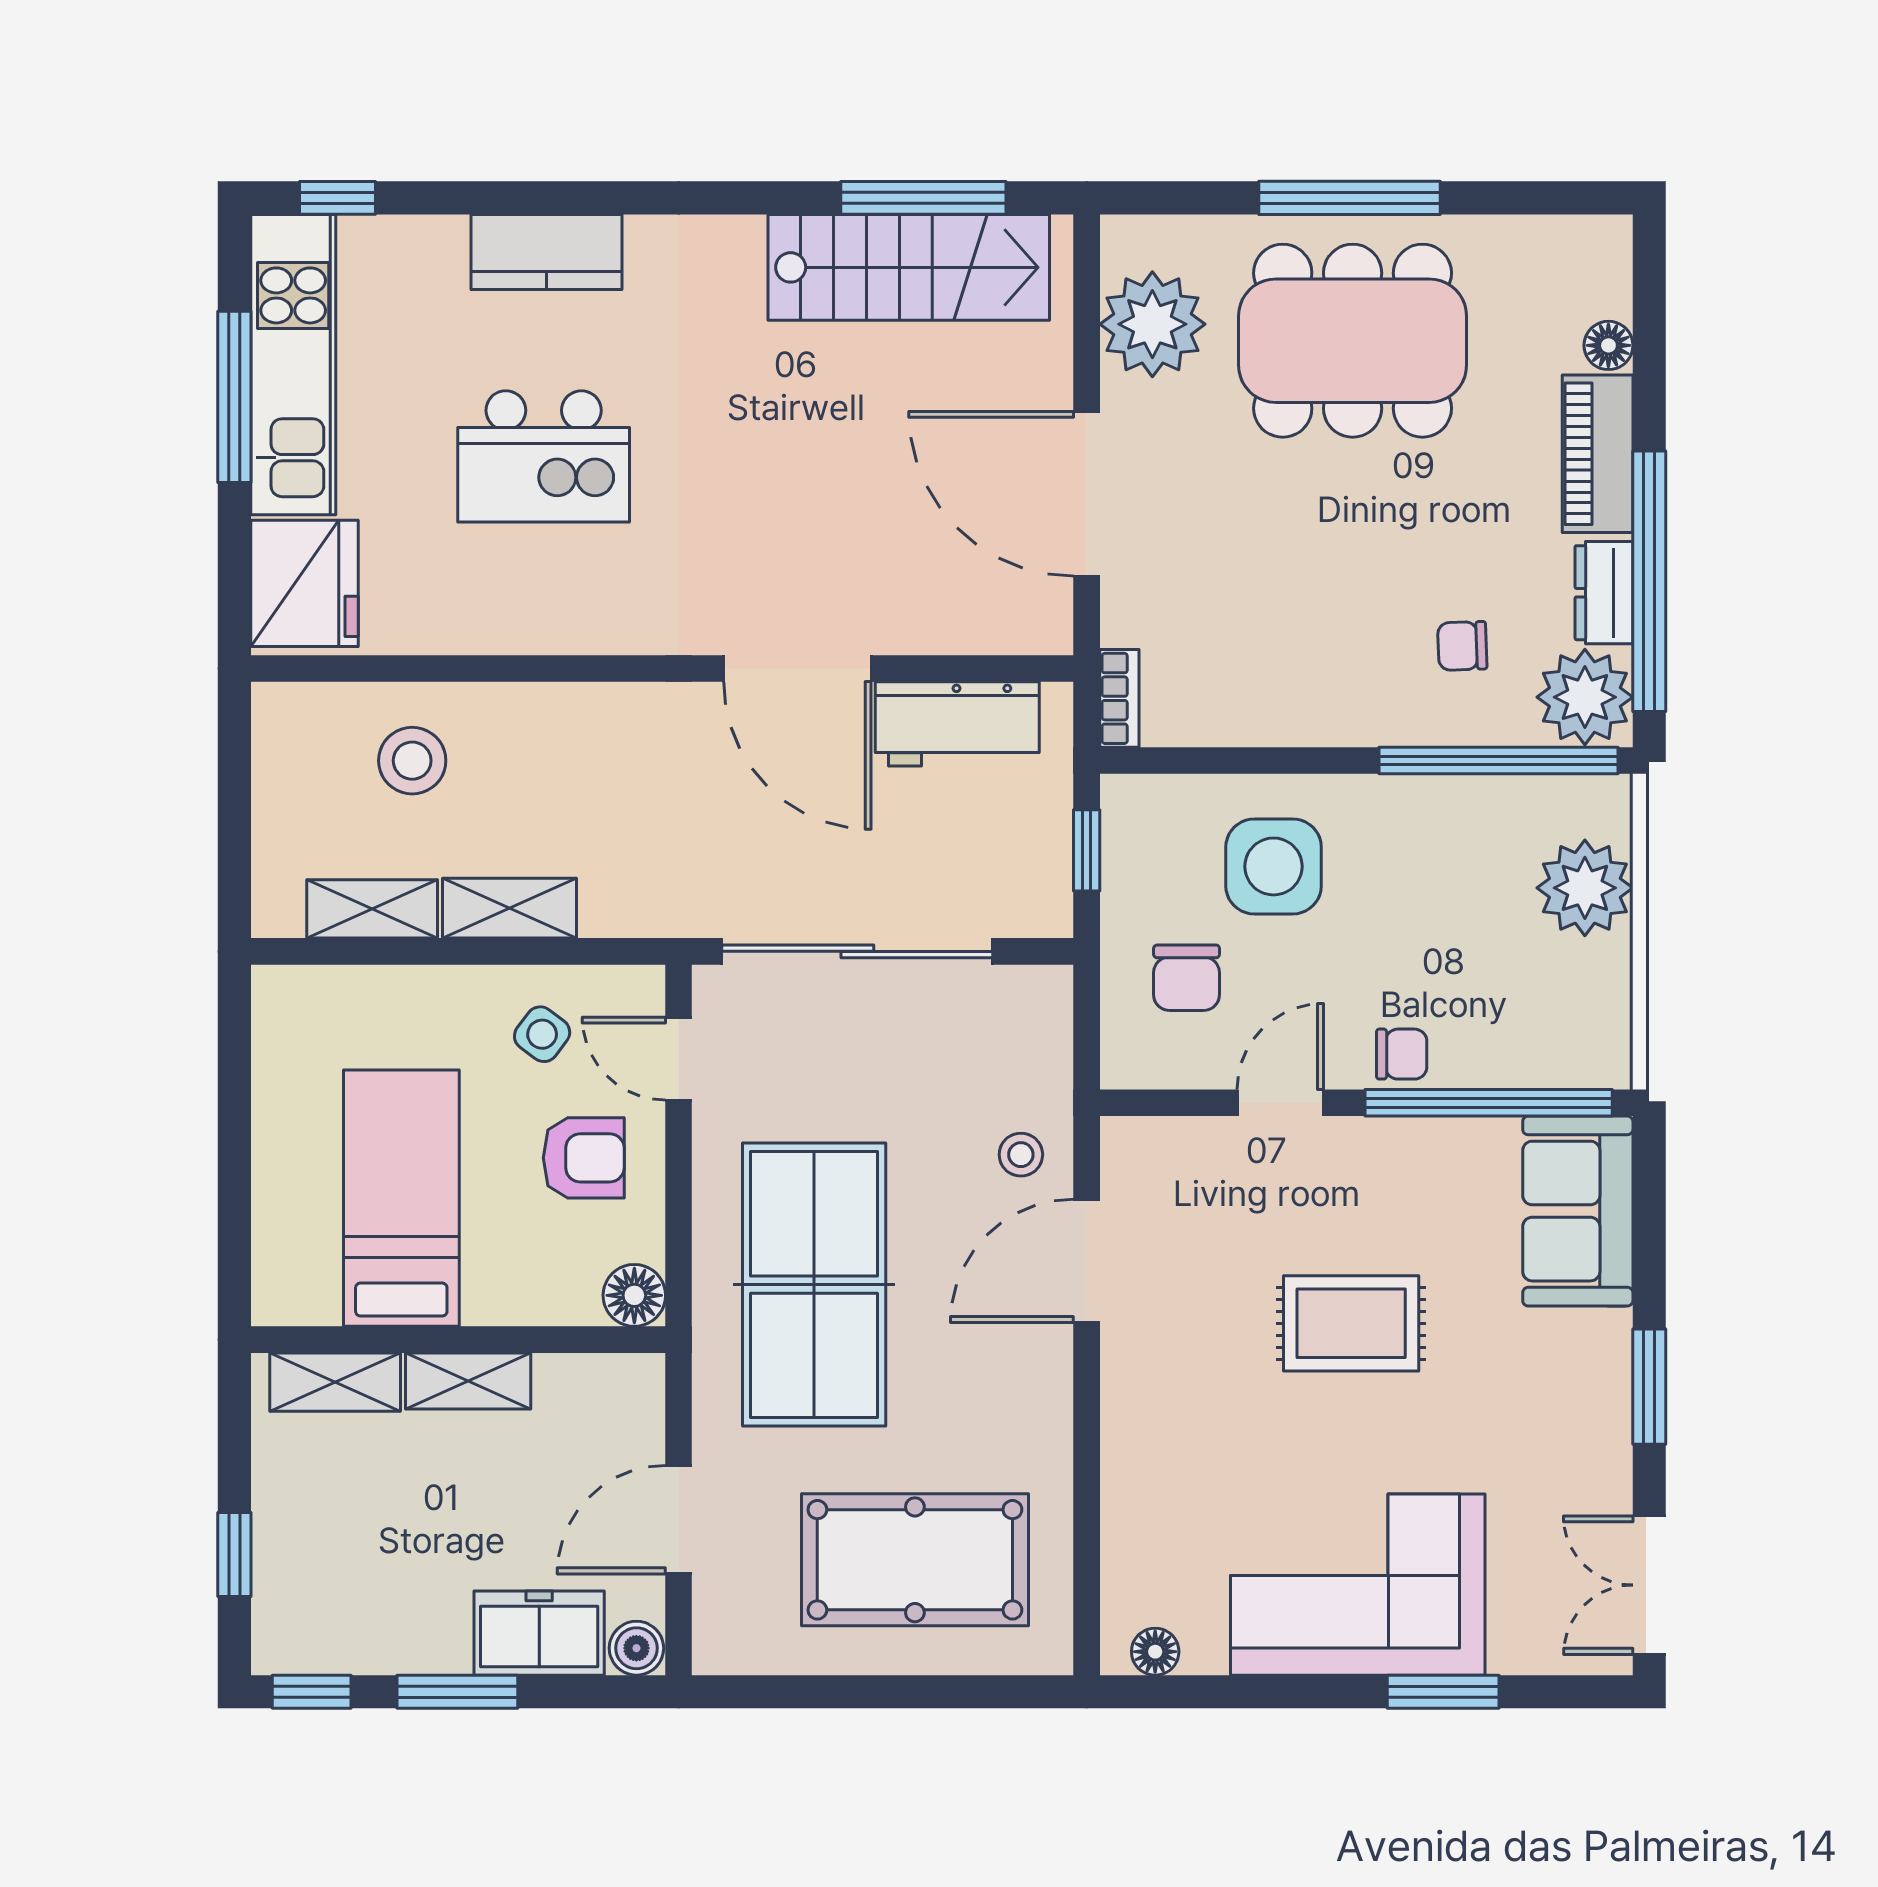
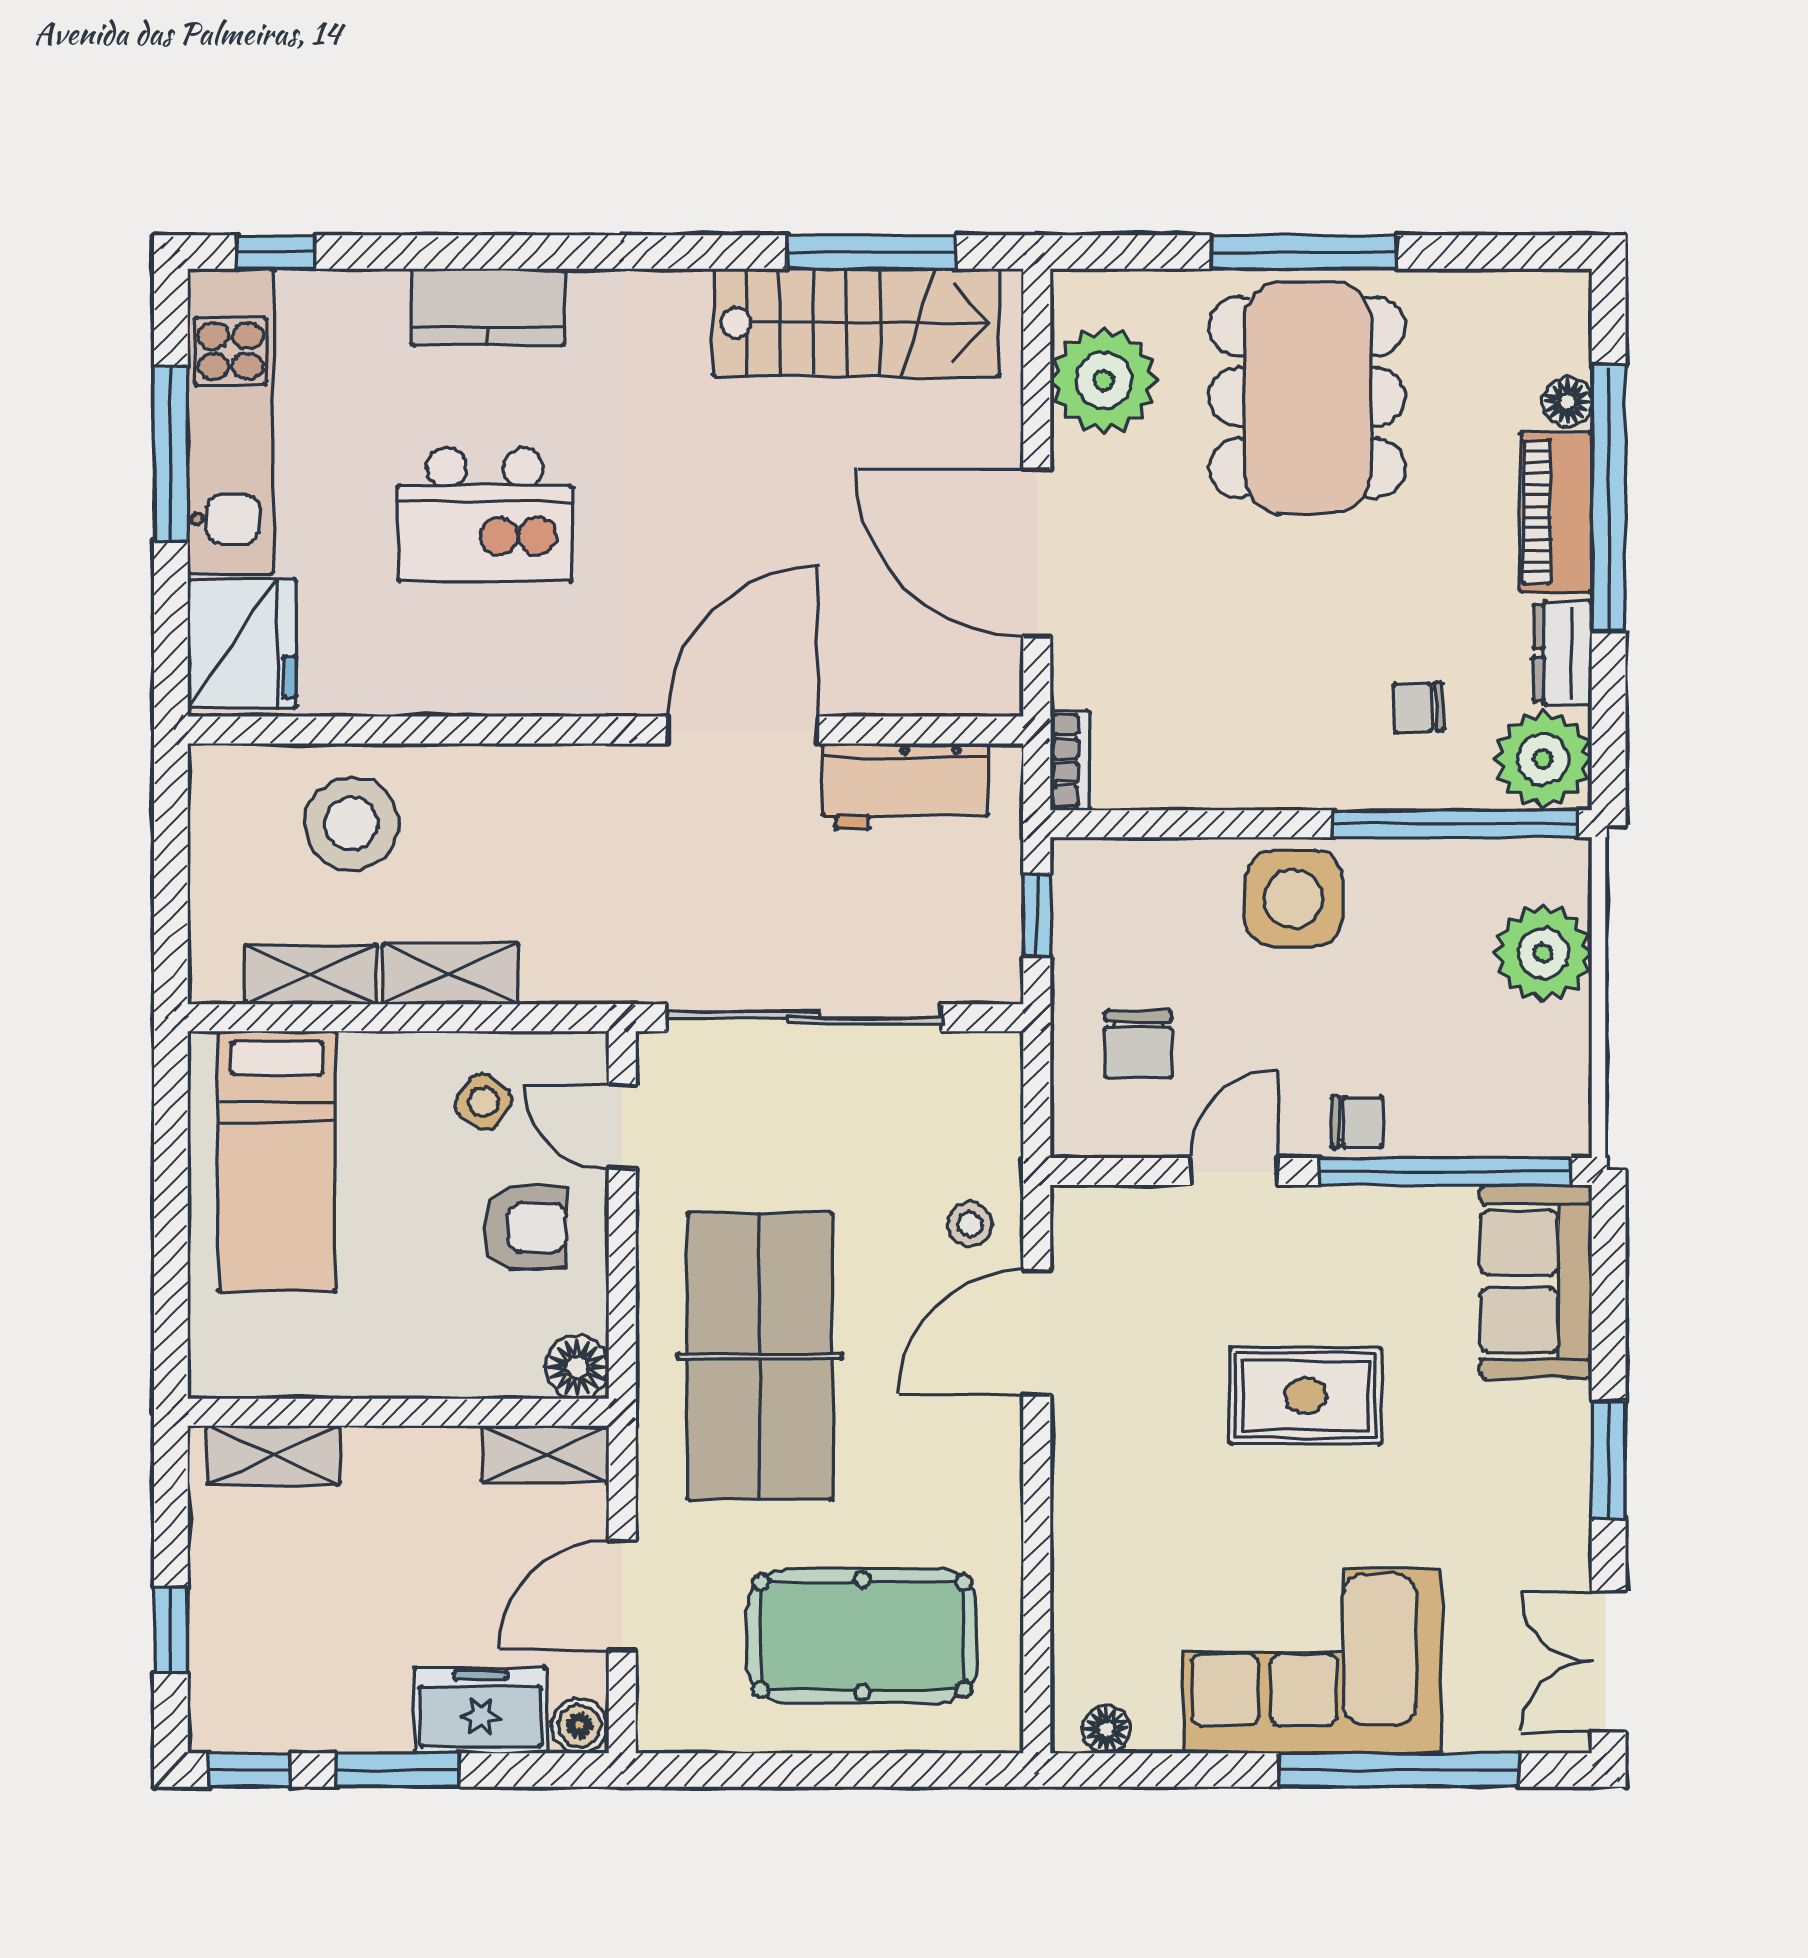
dining table: (1353, 341) -> (1307, 397), turned 90
window: (1649, 581) -> (1609, 498), moved
door: (797, 668) -> (743, 730), swing flipped
stool: (412, 761) -> (351, 824), width x1.38, depth x1.38
side table: (1274, 866) -> (1294, 899), moved
bed: (401, 1198) -> (277, 1161), moved, turned 180
shelving: (468, 1381) -> (545, 1454), moved
window: (1443, 1692) -> (1399, 1770), width x2.11

